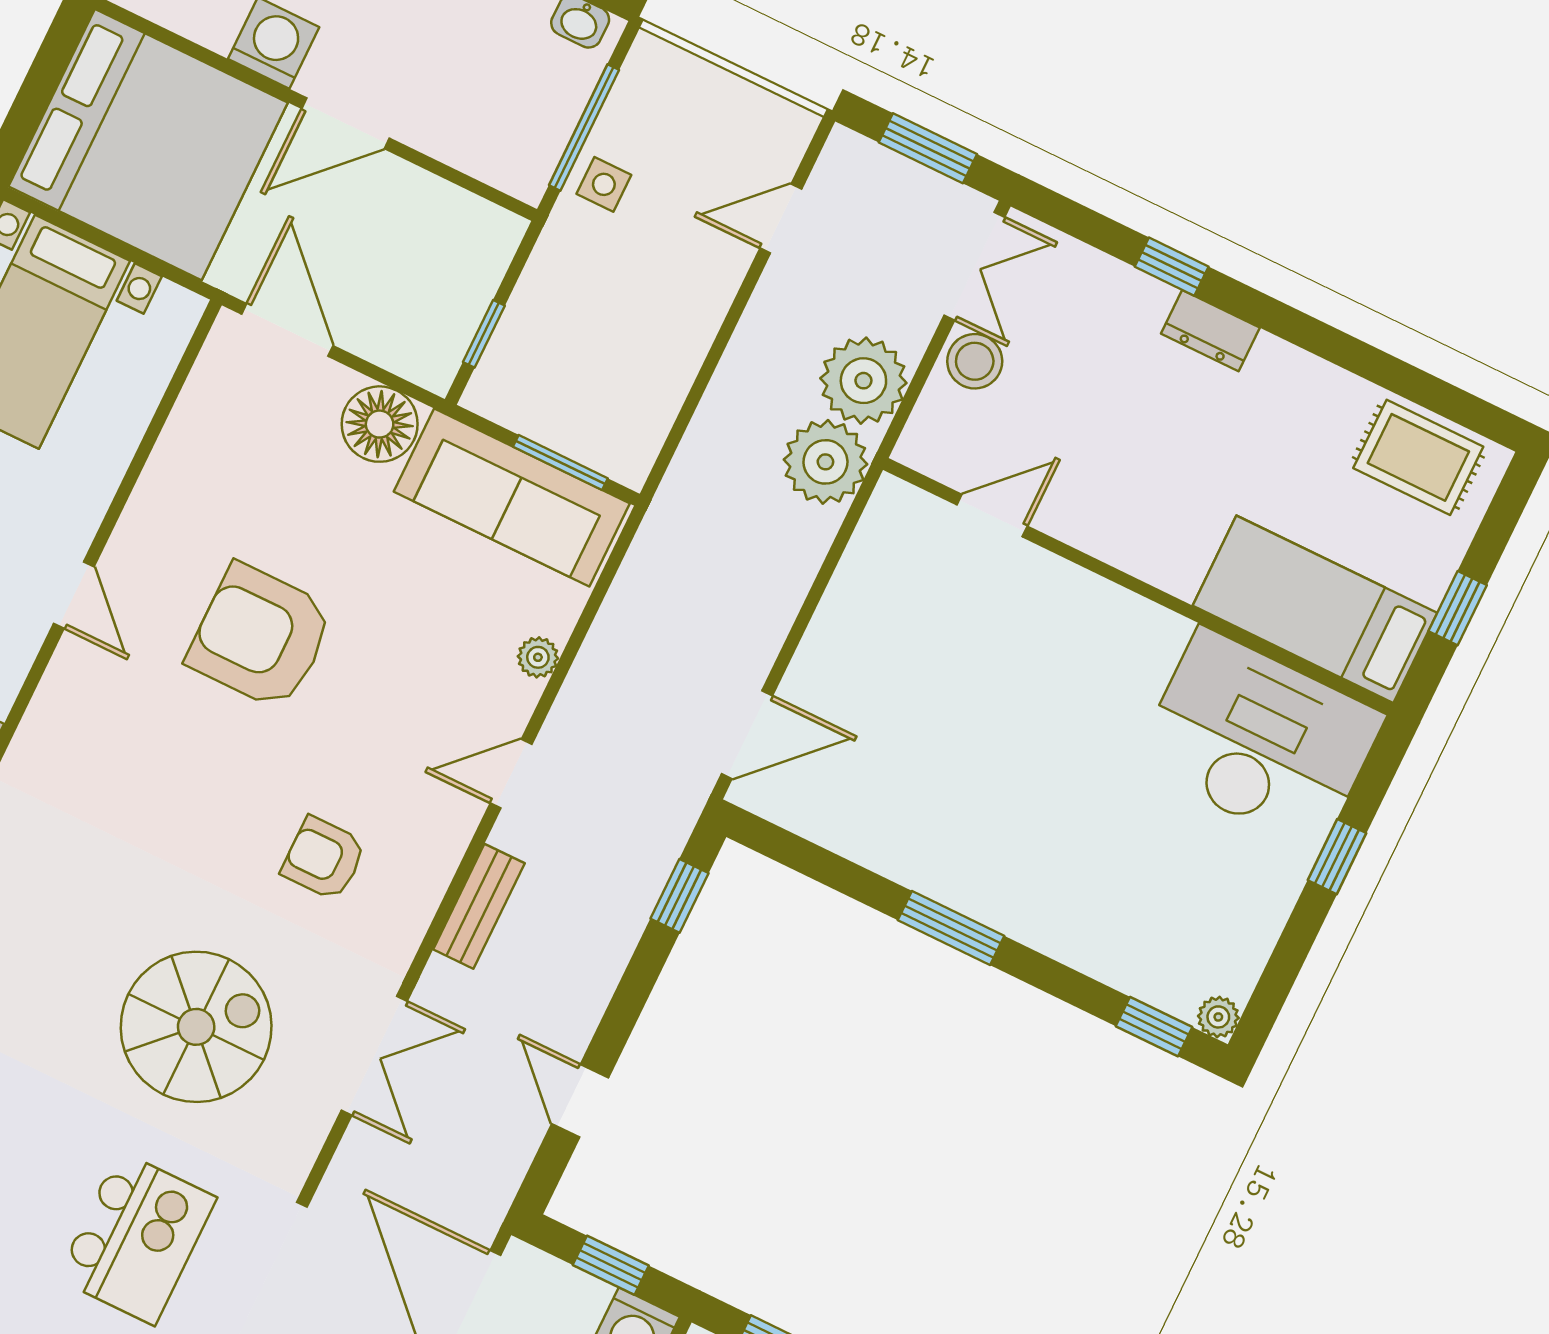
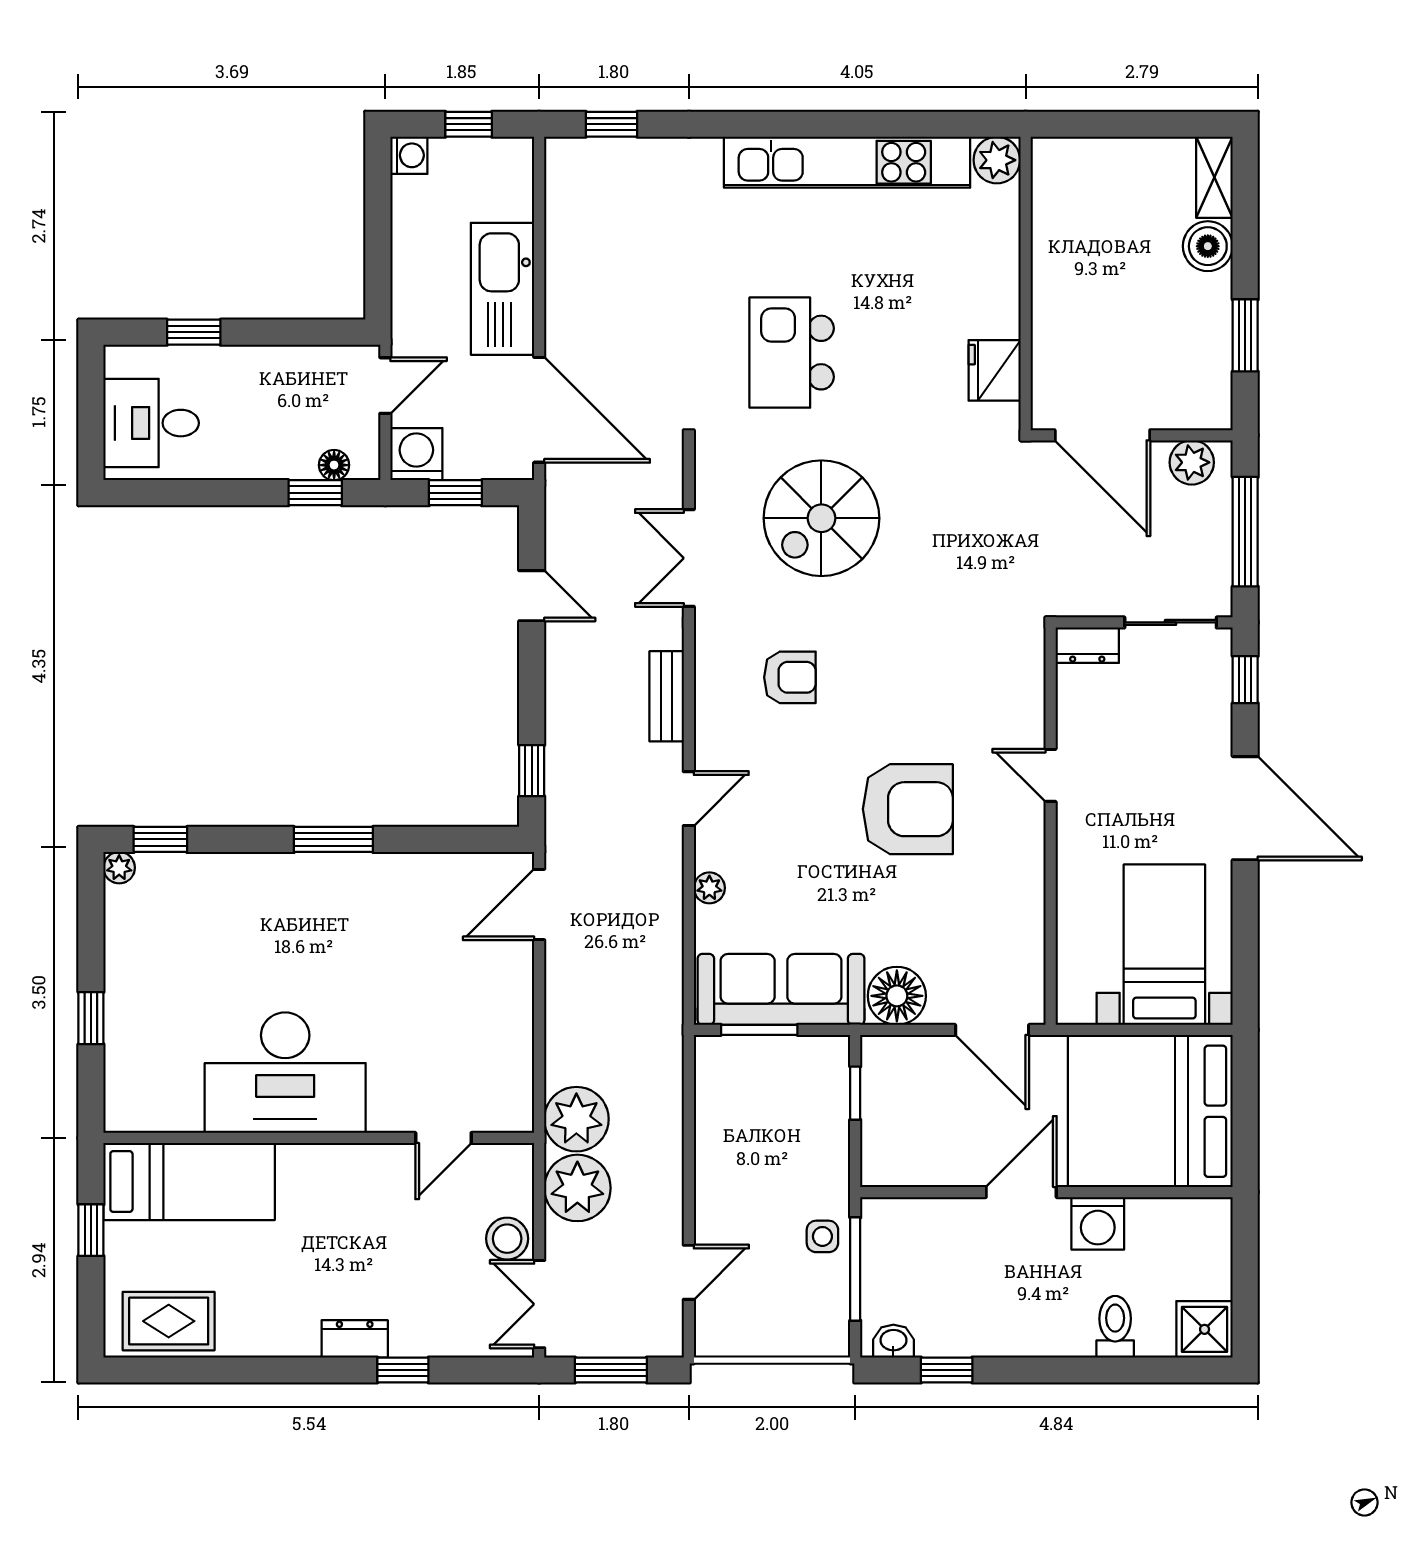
desk: (1259, 740) -> (285, 1073), moved

